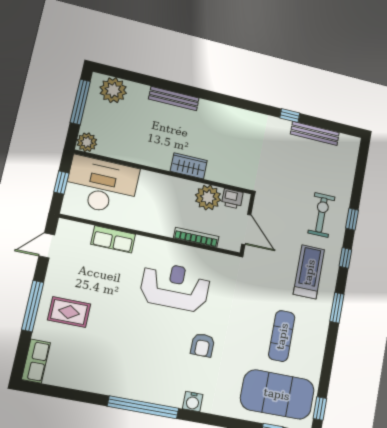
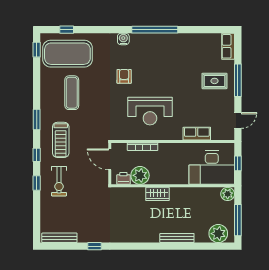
bench: (315, 133) -> (59, 238), moved

